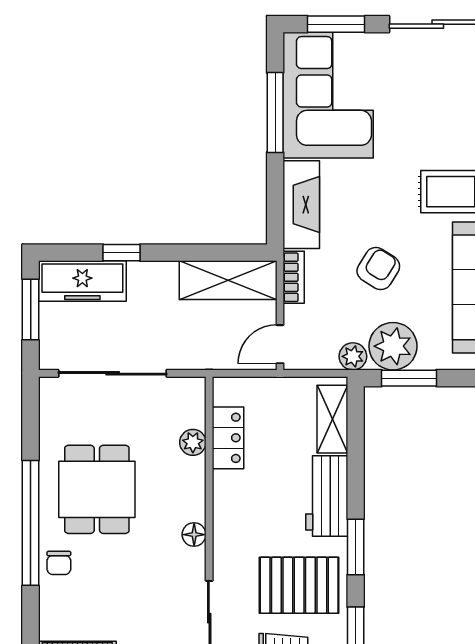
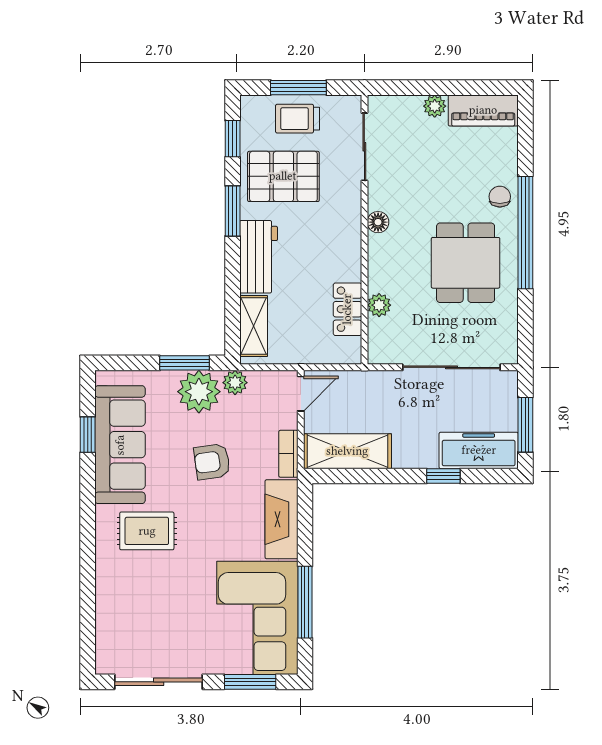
armchair: (378, 269) -> (212, 462), turned 50

